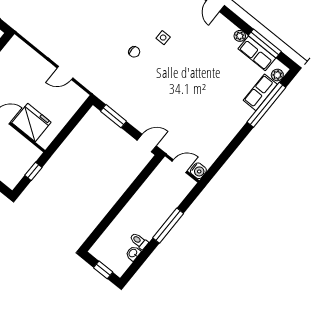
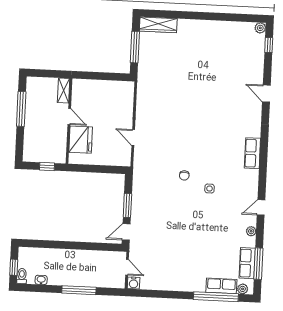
plant: (240, 36) -> (251, 231), moved
window: (114, 116) -> (127, 205), moved
door: (147, 143) -> (126, 232), swing flipped
toilet: (139, 241) -> (22, 276), moved

